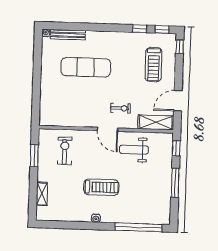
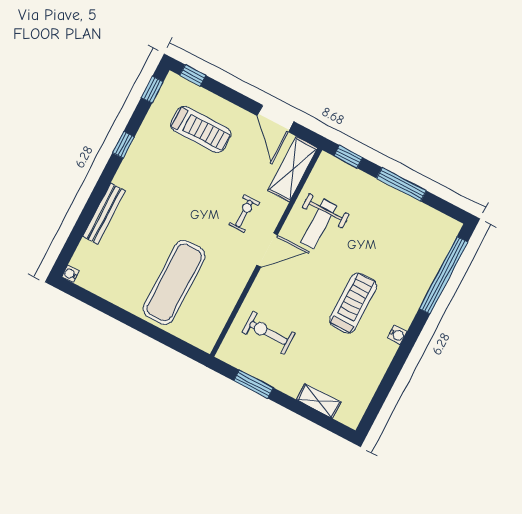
window: (140, 29) -> (123, 145), moved
bench: (68, 35) -> (104, 214), moved
exercise mat: (86, 67) -> (174, 282), moved

